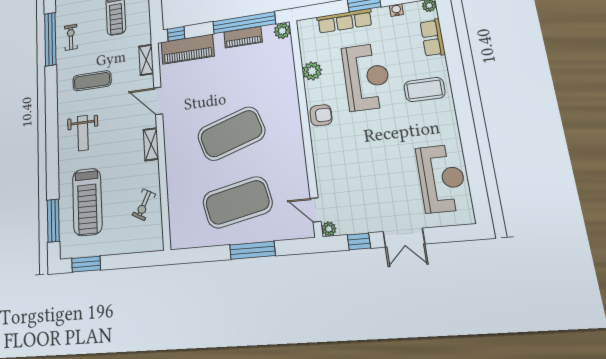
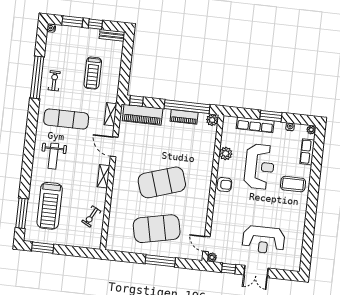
exercise mat: (92, 81) -> (66, 119), width x1.36, depth x1.45
reception desk: (442, 178) -> (264, 240), moved, turned 90

